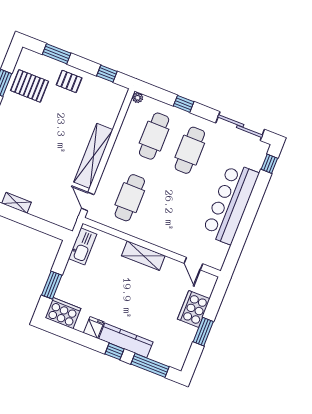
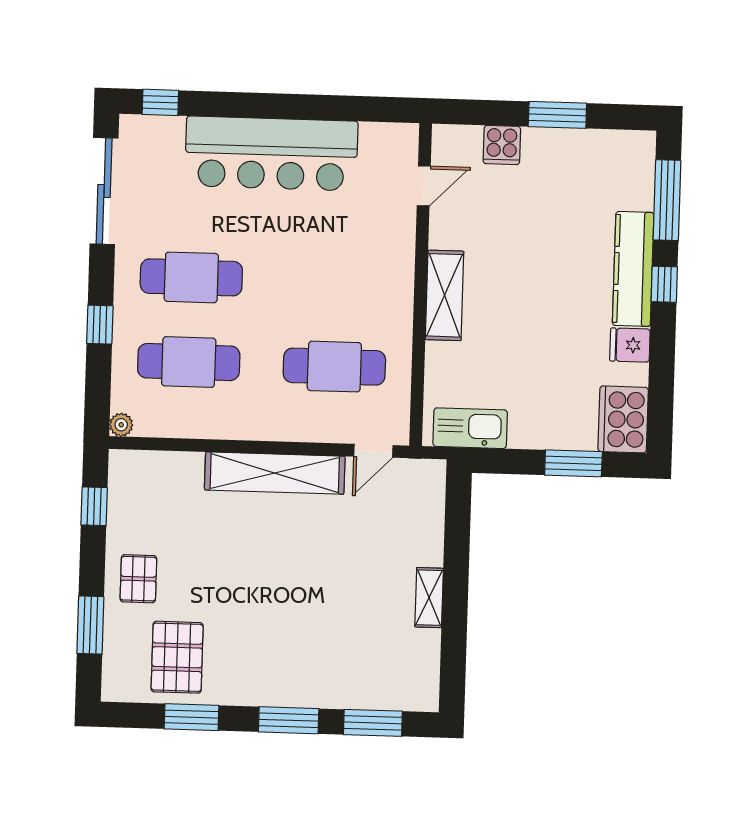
cooker: (194, 309) -> (502, 145), width x0.53, depth x0.76

